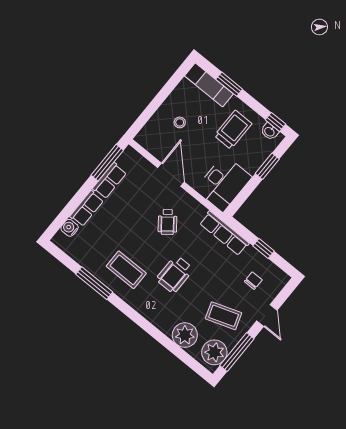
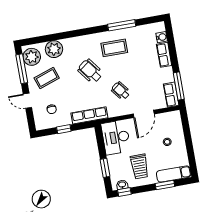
door: (171, 175) -> (144, 114), hinge flipped
row of seats: (109, 181) -> (171, 95), moved
wheelchair: (175, 274) -> (90, 71), turned -37

